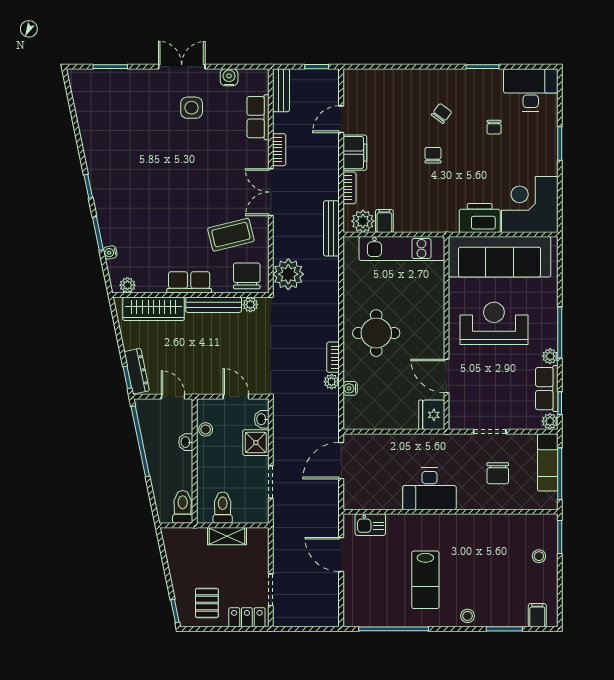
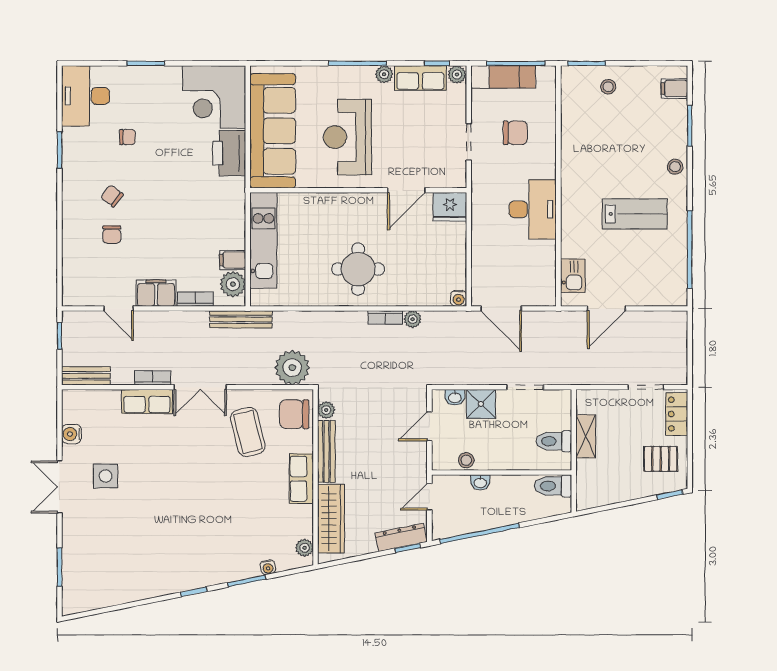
row of seats: (258, 117) -> (147, 402), moved
chair: (433, 155) -> (112, 235), moved, turned -90
water cooler: (350, 388) -> (459, 298), moved

